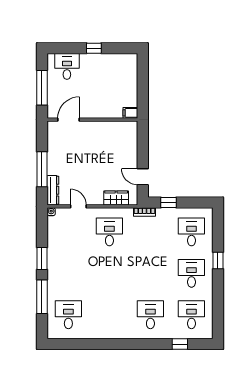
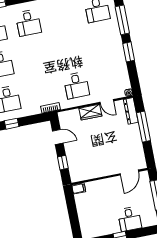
desk: (67, 66) -> (130, 219), moved
window: (143, 146) -> (63, 163), added
wardrobe: (116, 198) -> (90, 112), moved
window: (168, 203) -> (12, 124), moved

